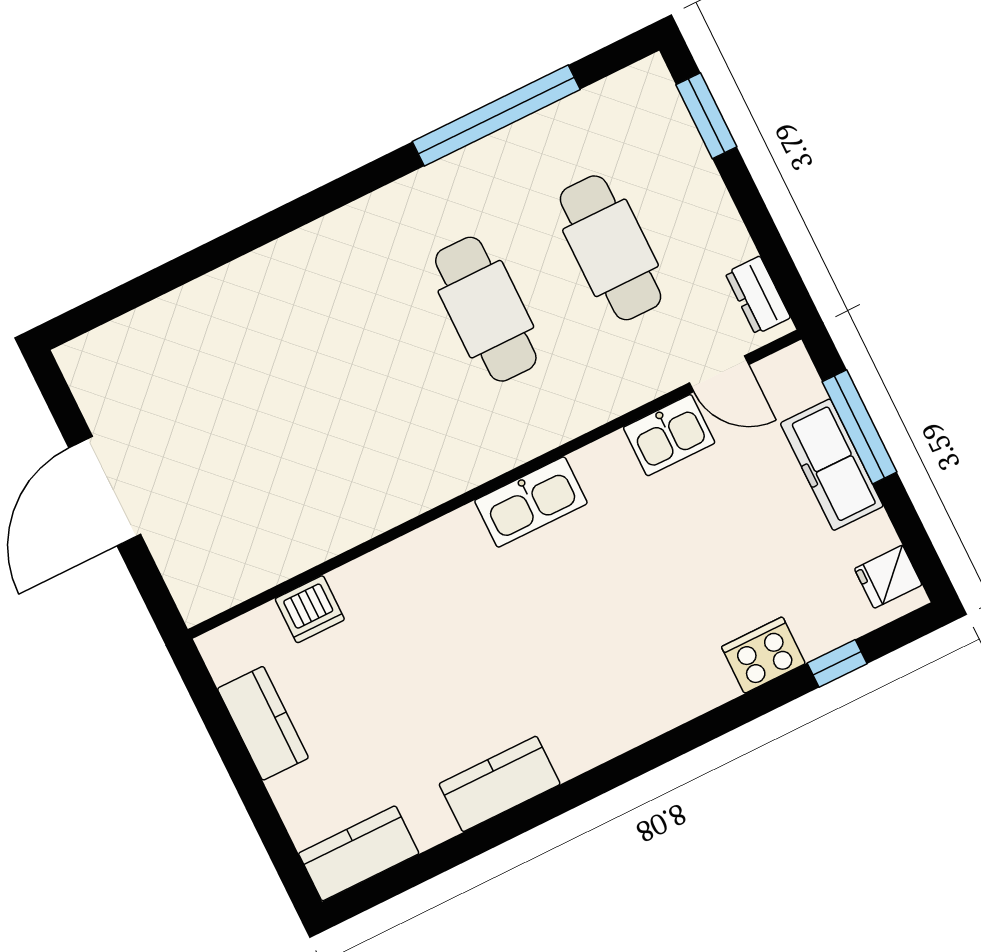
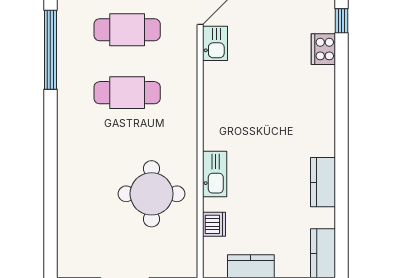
round table: (309, 456) -> (152, 194), added
kitchen sink: (531, 502) -> (215, 174), moved

